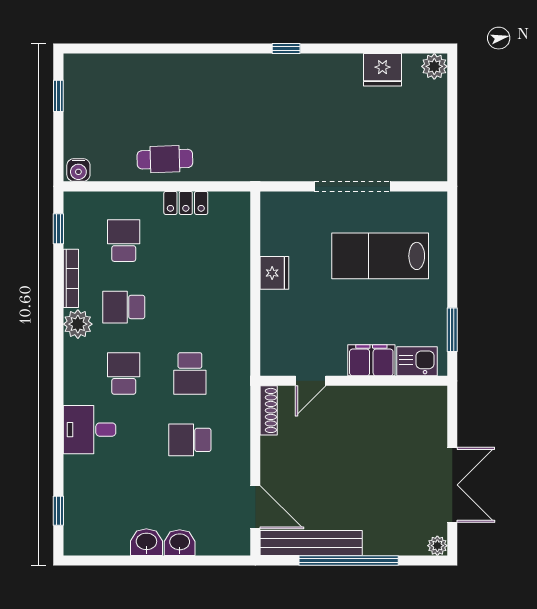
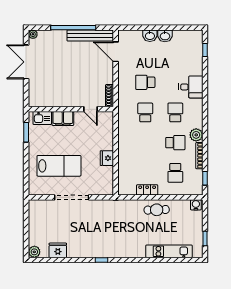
kitchen unit: (138, 68) -> (169, 251), added
school desk: (124, 373) -> (175, 112), turned 180
door: (311, 381) -> (90, 109), swing flipped
school desk: (190, 440) -> (145, 82), turned 180

